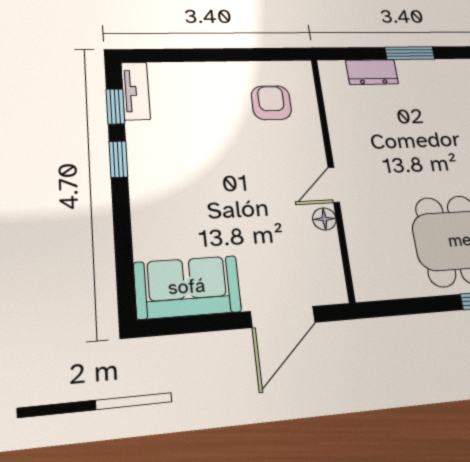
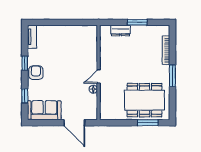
armchair: (271, 103) -> (36, 73), moved
window: (115, 106) -> (25, 96), moved
door: (283, 317) -> (74, 123), hinge flipped

